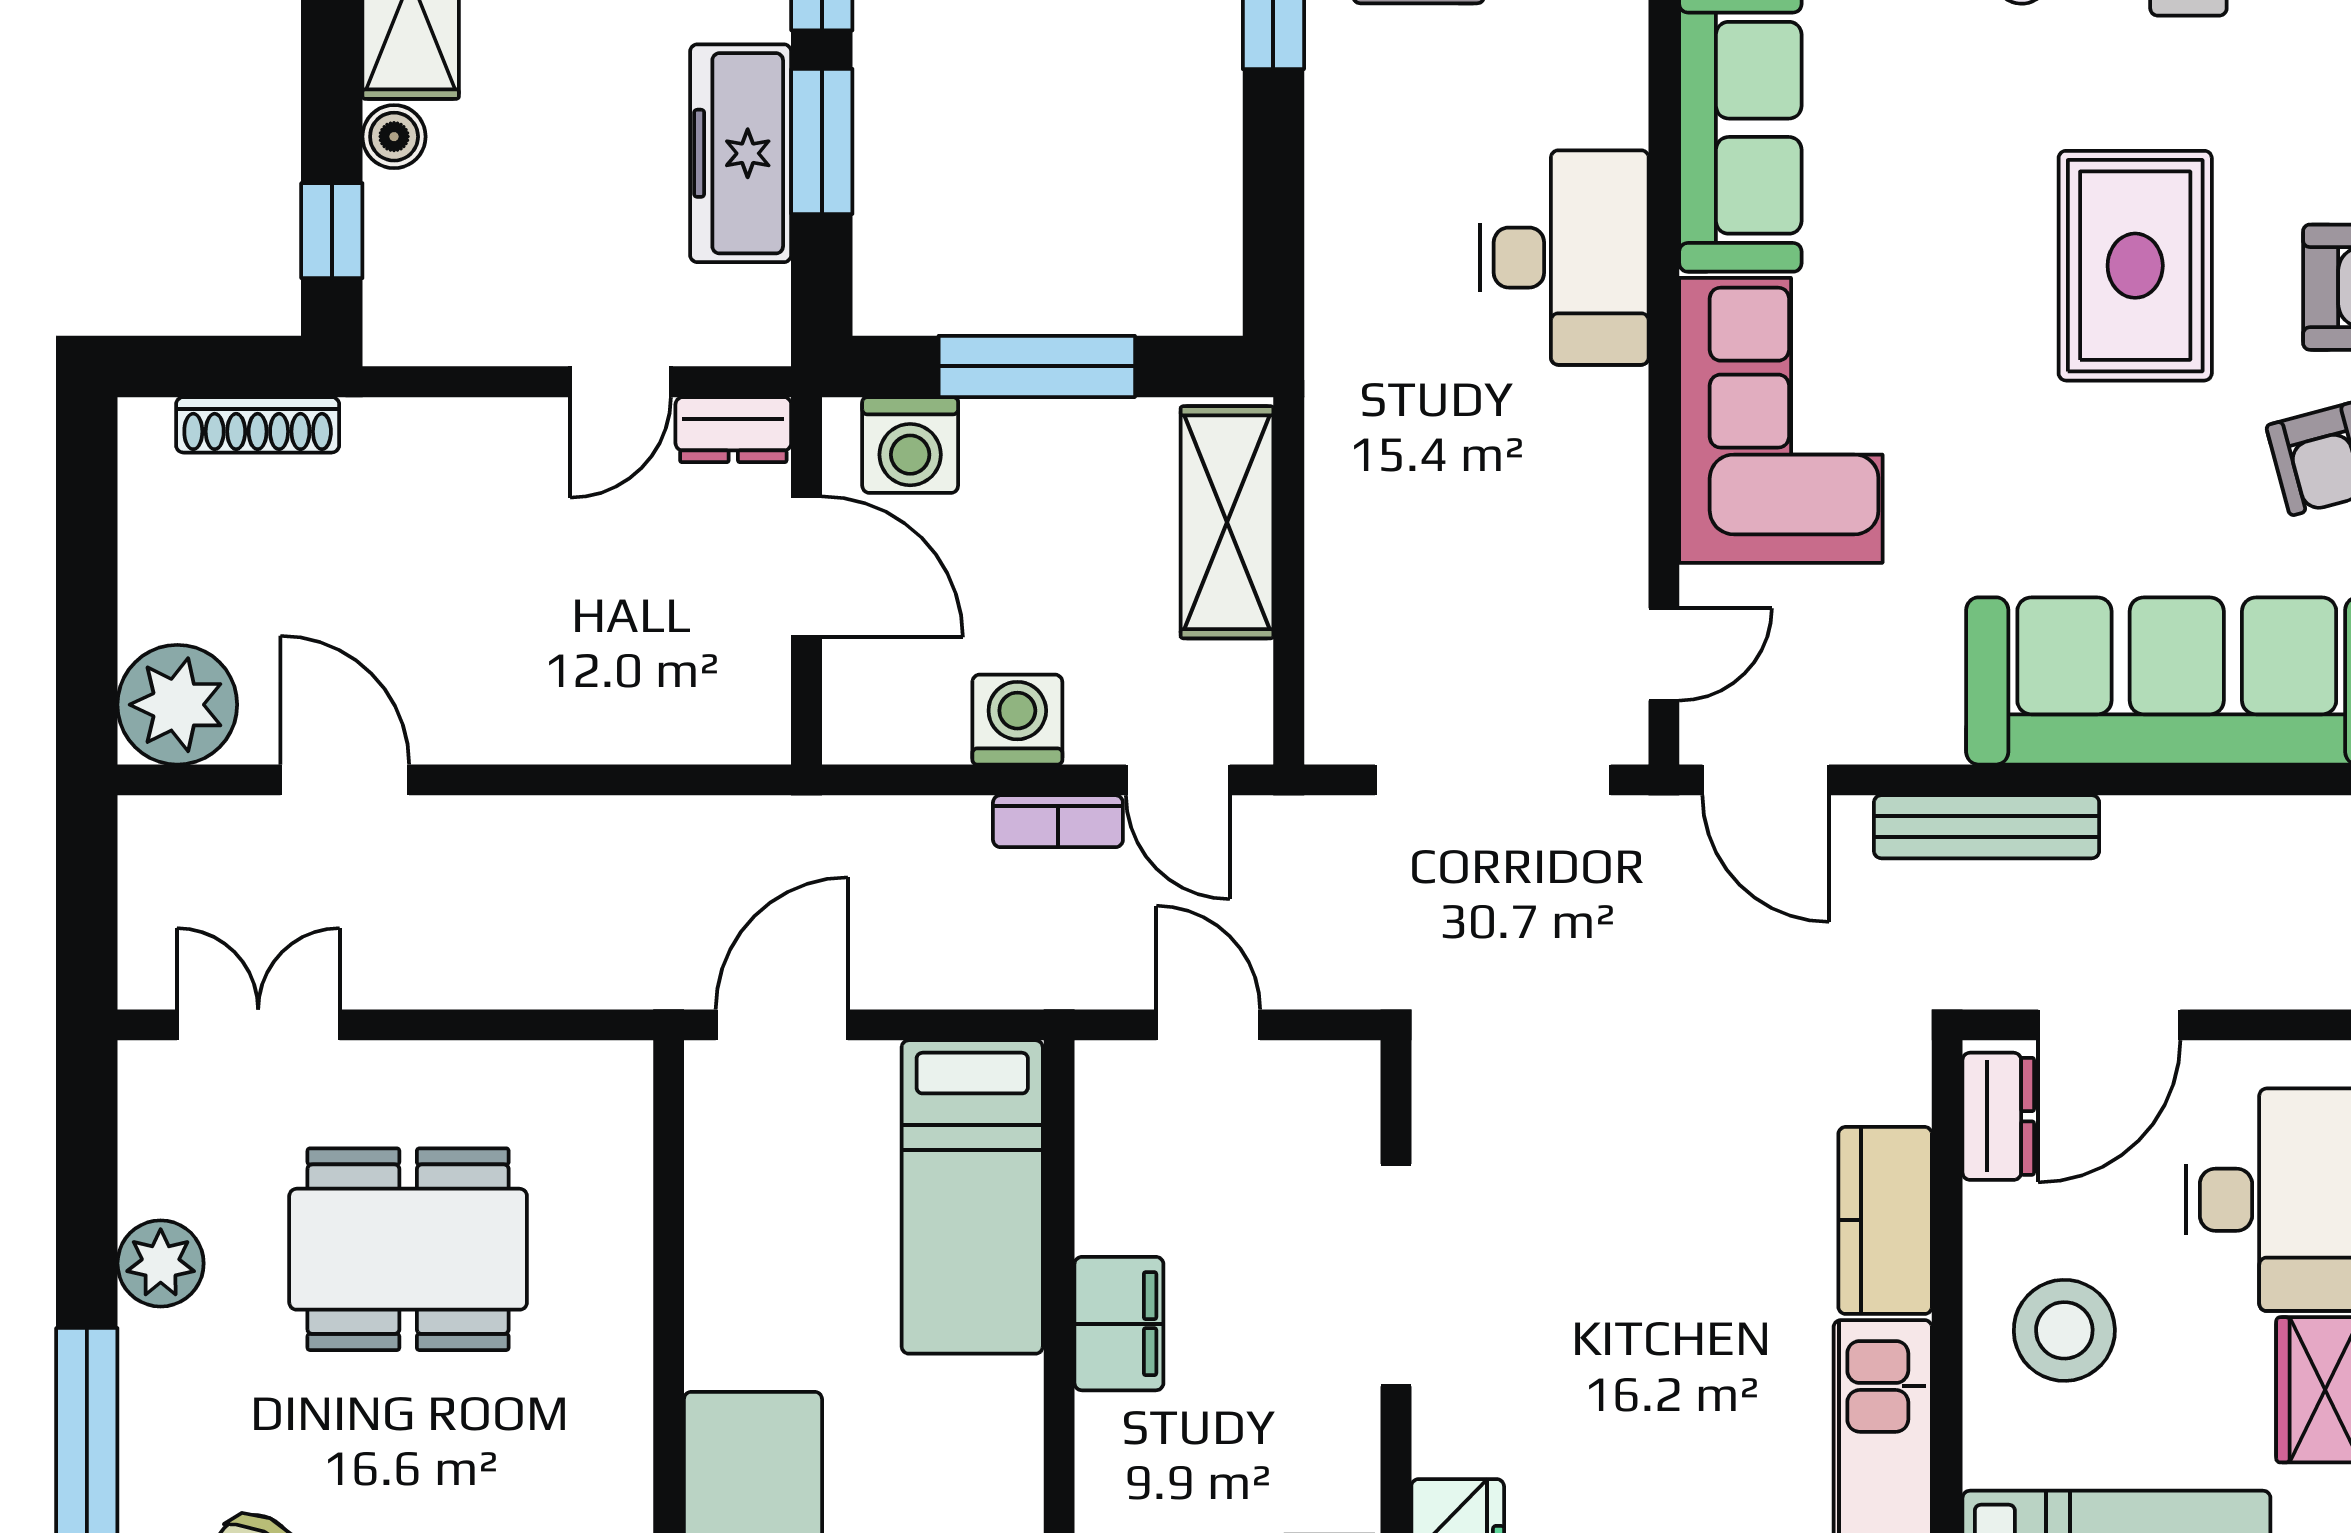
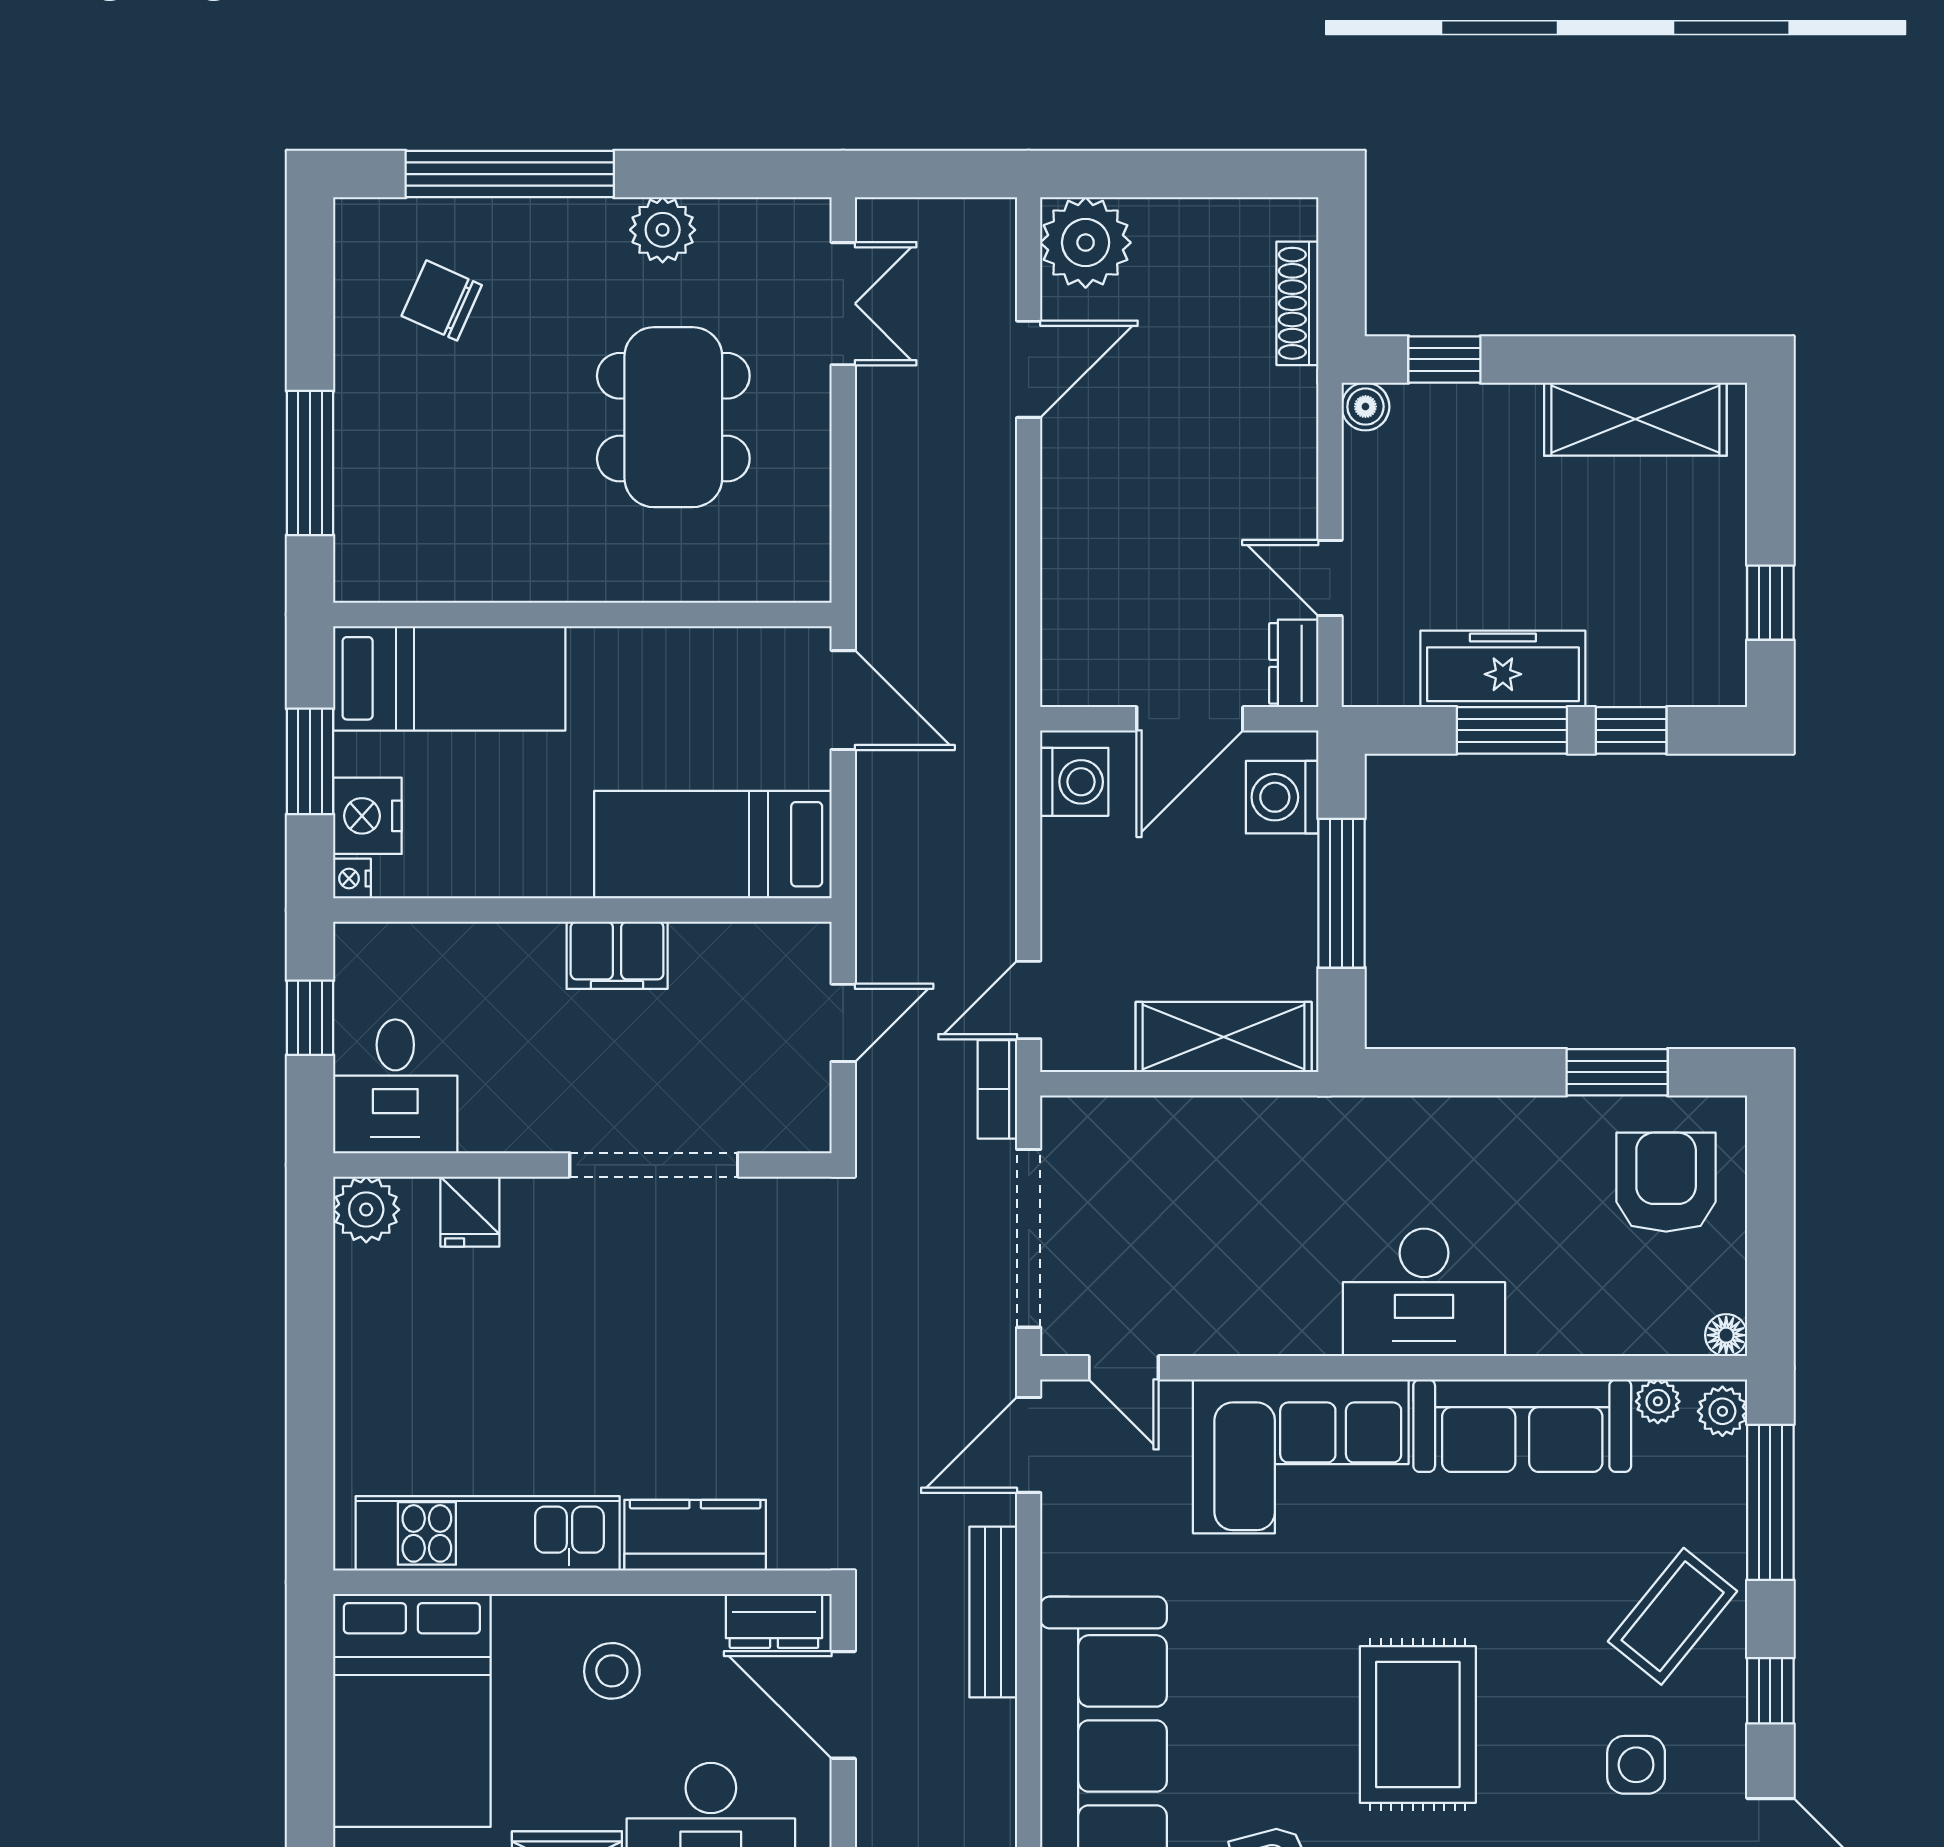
boiler: (394, 137) -> (1365, 407), moved
rug: (2135, 266) -> (1418, 1725), turned 90
washing machine: (1017, 720) -> (1074, 782), moved
bookcase: (1058, 821) -> (997, 1089), moved
stool: (2064, 1330) -> (612, 1671), width x0.73, depth x0.73

